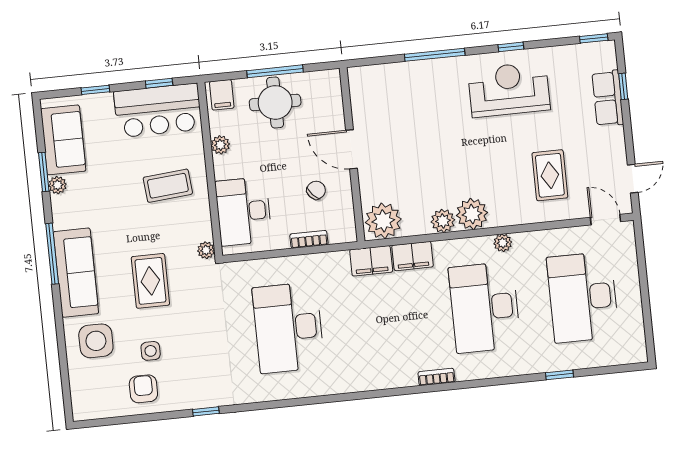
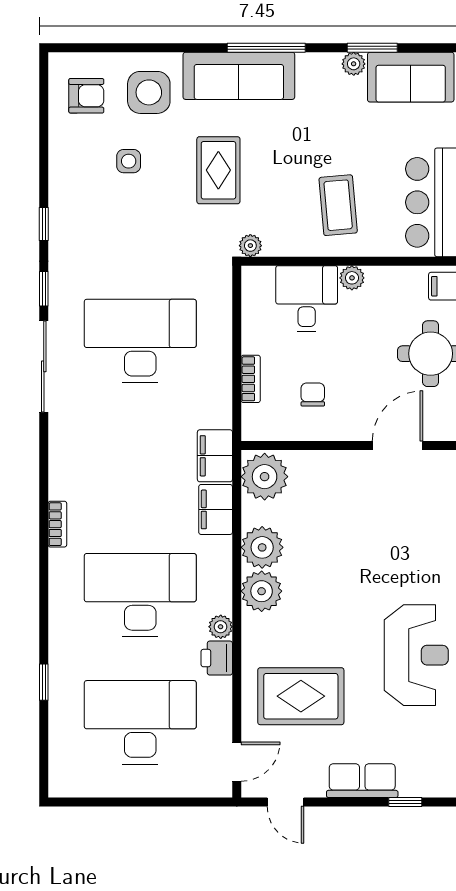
row of seats: (608, 98) -> (362, 781), moved
plant: (220, 145) -> (352, 278), moved
door: (352, 149) -> (398, 445), moved
rug: (550, 175) -> (301, 696), width x1.36, depth x1.43
chair: (316, 190) -> (313, 395), turned -138
desk: (244, 211) -> (307, 299), width x0.73
plant: (443, 221) -> (262, 547), width x1.36, depth x1.36
printer: (527, 243) -> (217, 658), added
rug: (150, 281) -> (218, 170), turned 90
armchair: (143, 389) -> (86, 96), moved
sliding door: (316, 400) -> (44, 366), added
window: (256, 406) -> (44, 289), added

